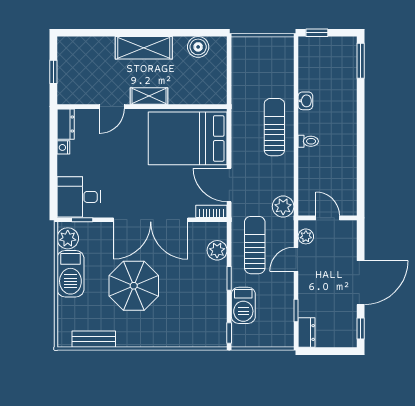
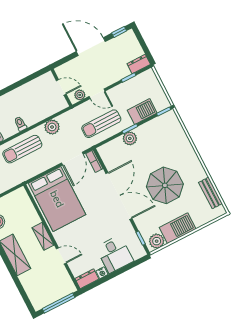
window: (53, 72) -> (59, 303), width x2.17
desk: (79, 197) -> (115, 254), moved
plant: (283, 207) -> (52, 127), moved
door: (328, 218) -> (61, 87), swing flipped
plant: (217, 250) -> (130, 138), moved

